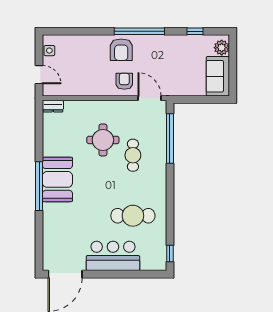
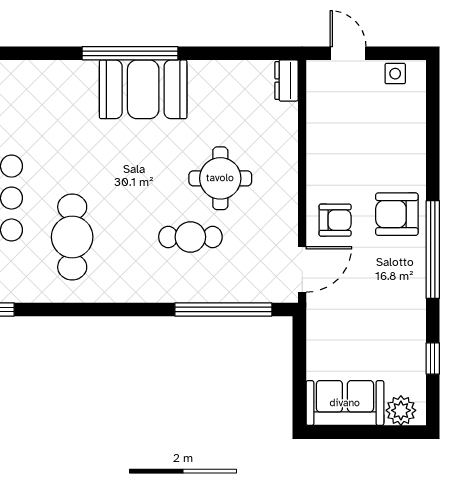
door: (39, 75) -> (348, 53), swing flipped

